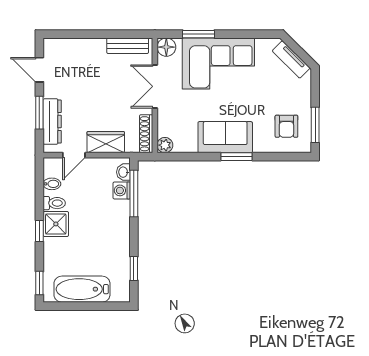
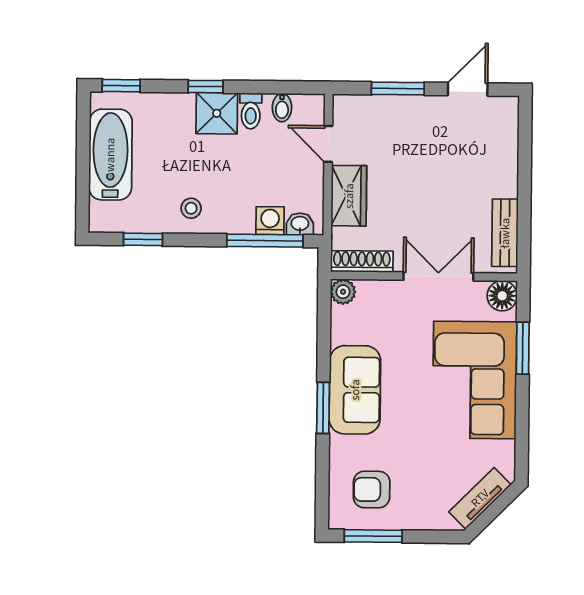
dresser: (52, 122) -> (383, 109), removed
stool: (114, 239) -> (191, 208), added

